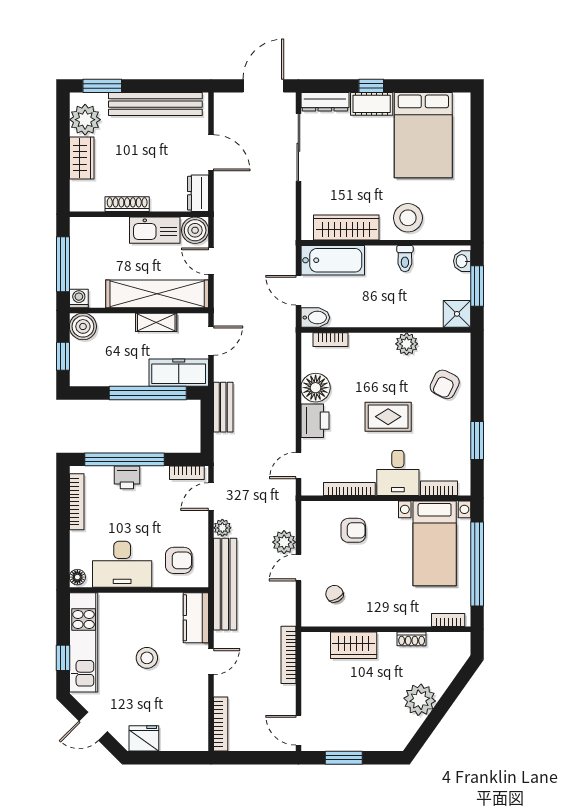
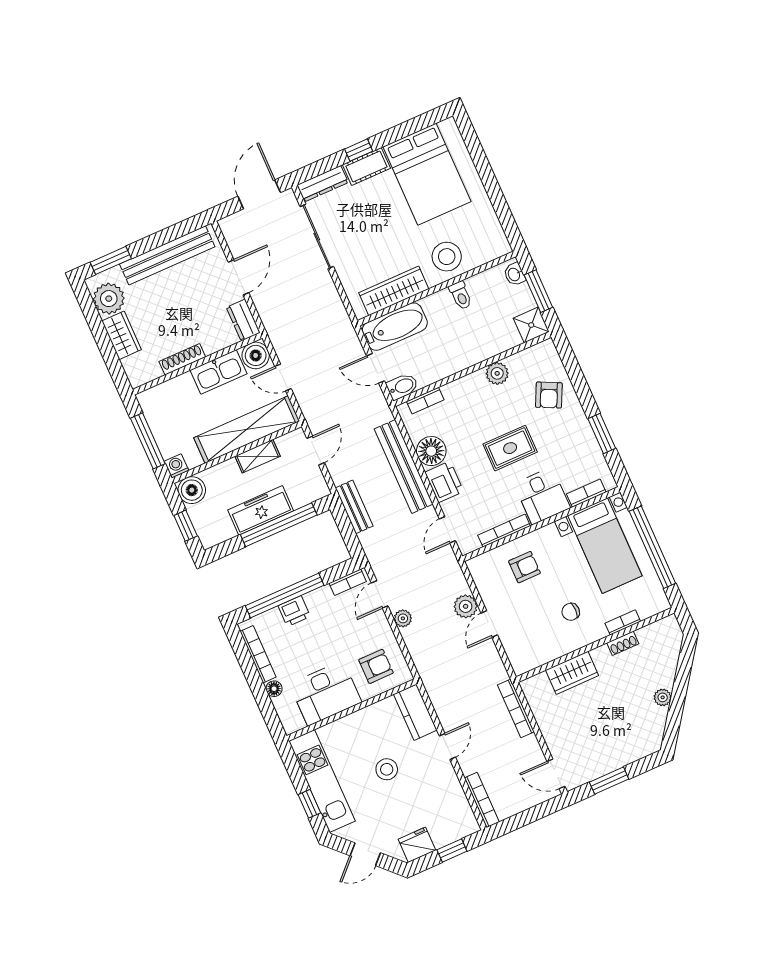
door: (211, 153) -> (238, 277), hinge flipped
freezer: (179, 373) -> (261, 510), moved
floor lamp: (77, 577) -> (274, 689), moved
bench: (225, 584) -> (404, 466), moved
chair: (334, 594) -> (571, 612), moved, turned -61
bookcase: (448, 620) -> (623, 622), moved
plant: (420, 700) -> (663, 697), width x0.53, depth x0.53
window: (173, 758) -> (452, 850), added

